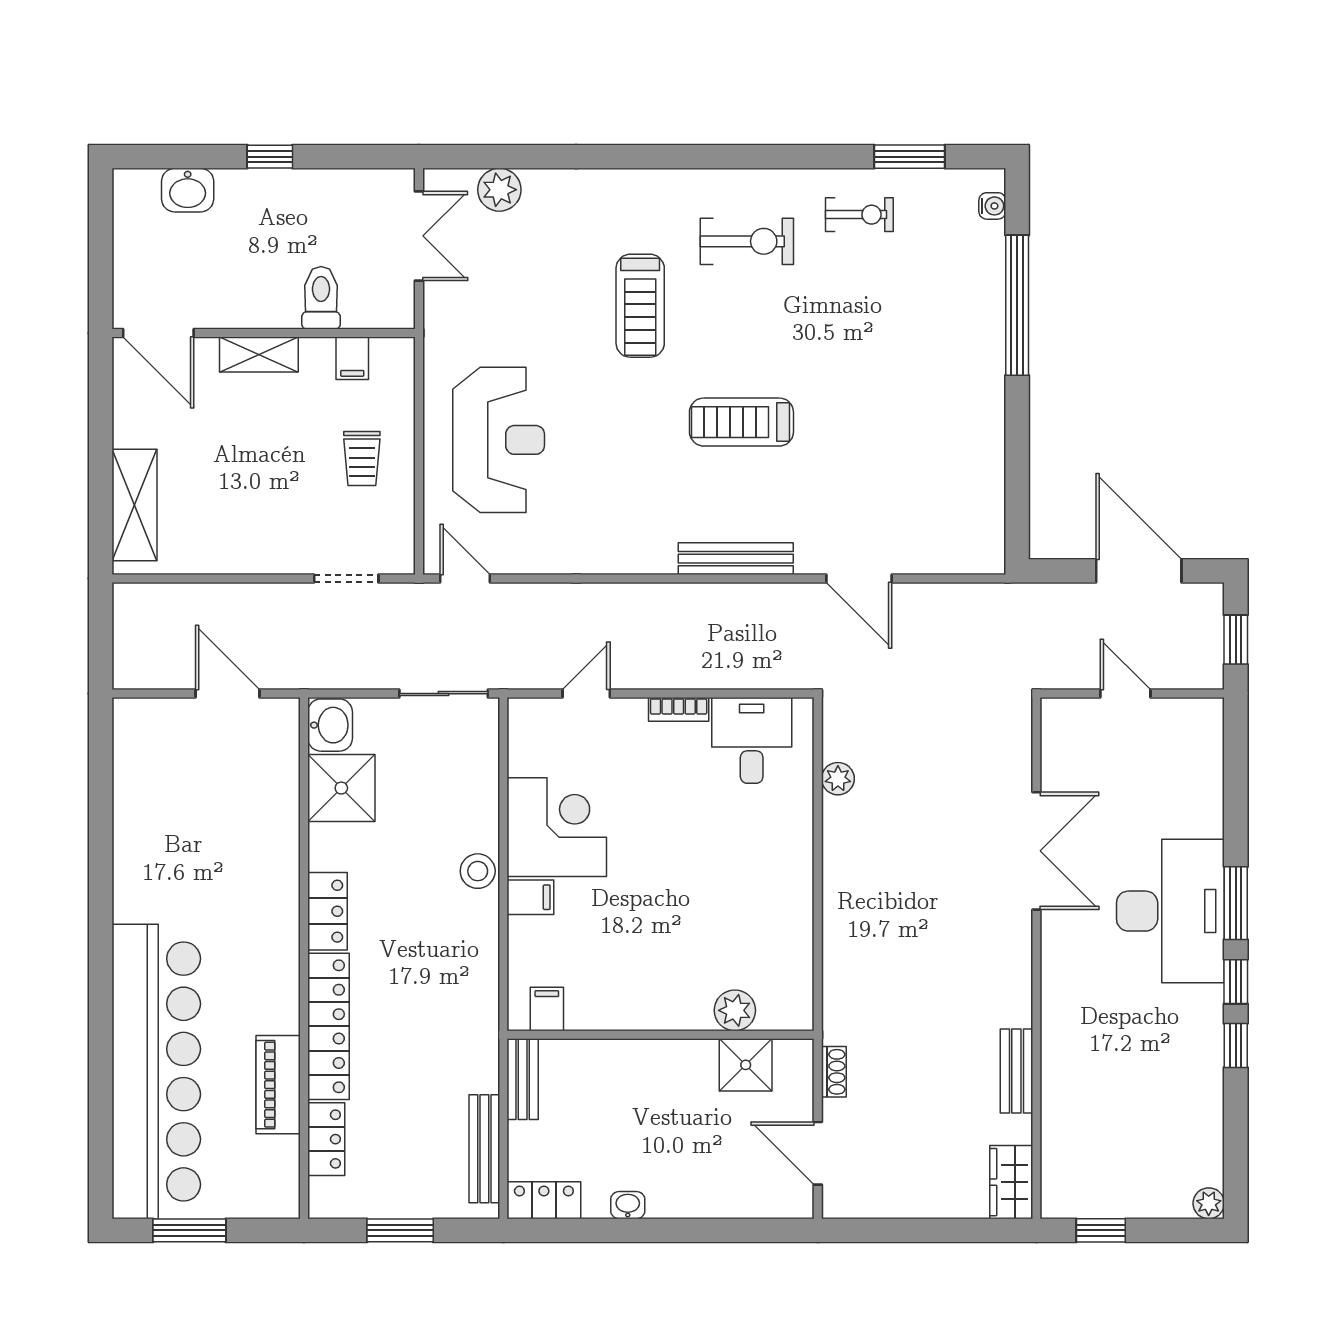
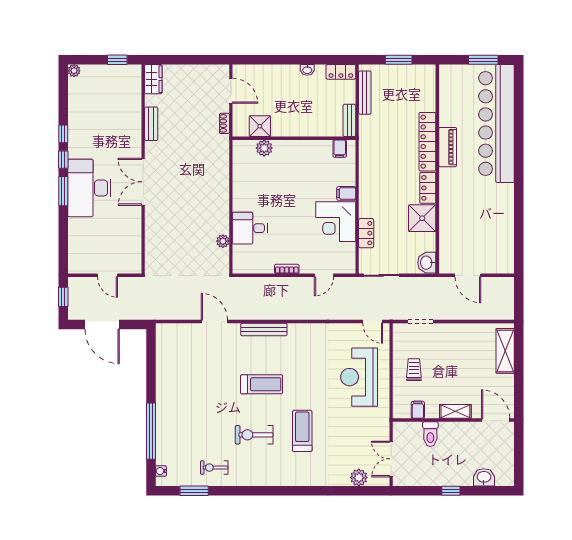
exercise bike: (747, 241) -> (254, 435), moved
desk: (752, 740) -> (250, 228), moved, turned 90
shower: (341, 788) -> (422, 218), moved
double door: (1036, 851) -> (143, 182), moved
stool: (478, 871) -> (367, 204), removed
piano: (278, 1085) -> (448, 147), moved
locker: (326, 1139) -> (366, 233), moved, turned 180

